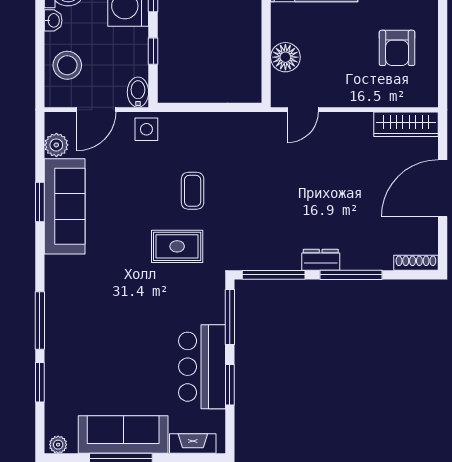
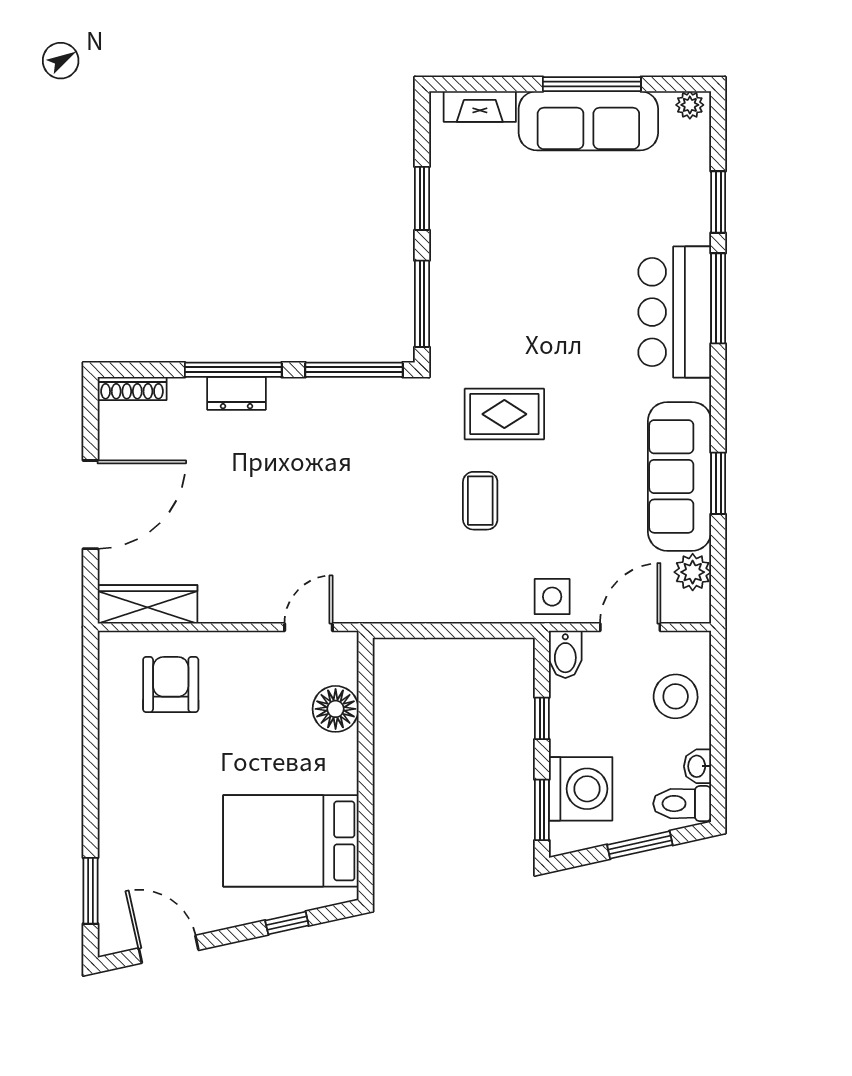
armchair: (397, 48) -> (171, 685), moved
dresser: (321, 260) -> (237, 393), moved
bar counter: (202, 367) -> (675, 312), moved, turned 180

